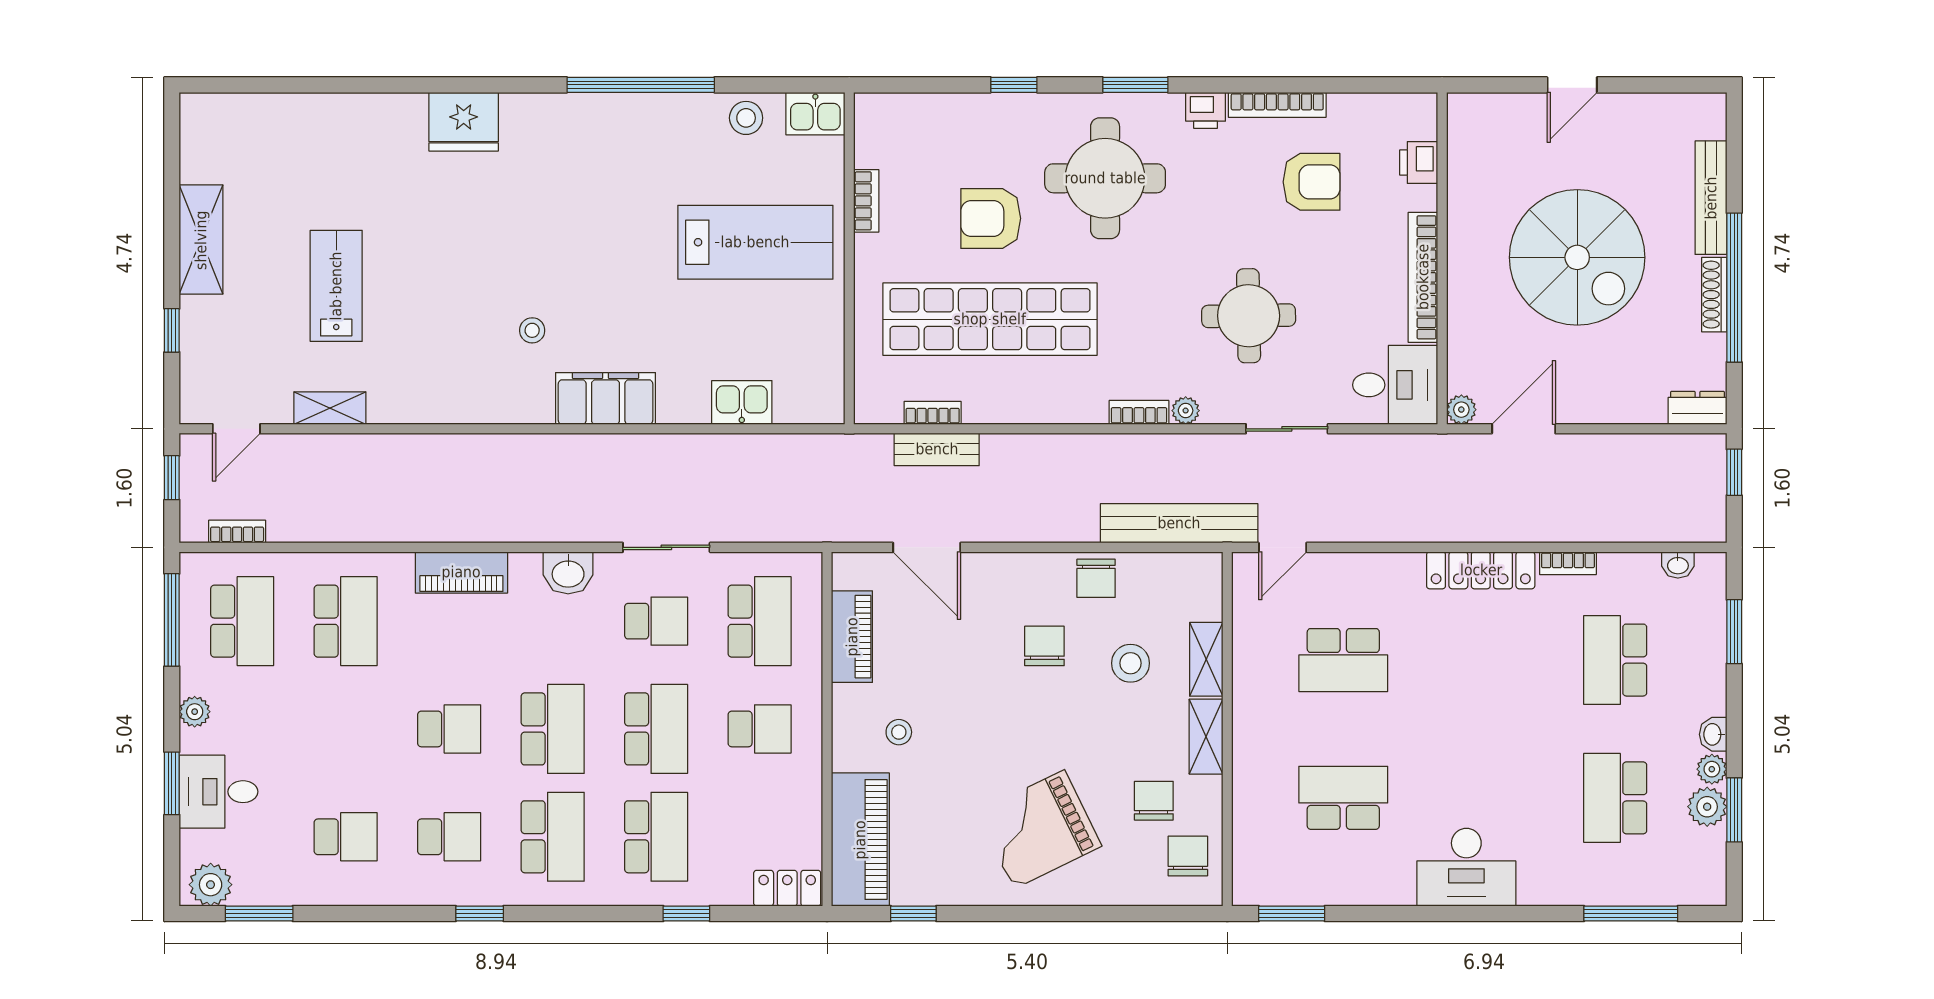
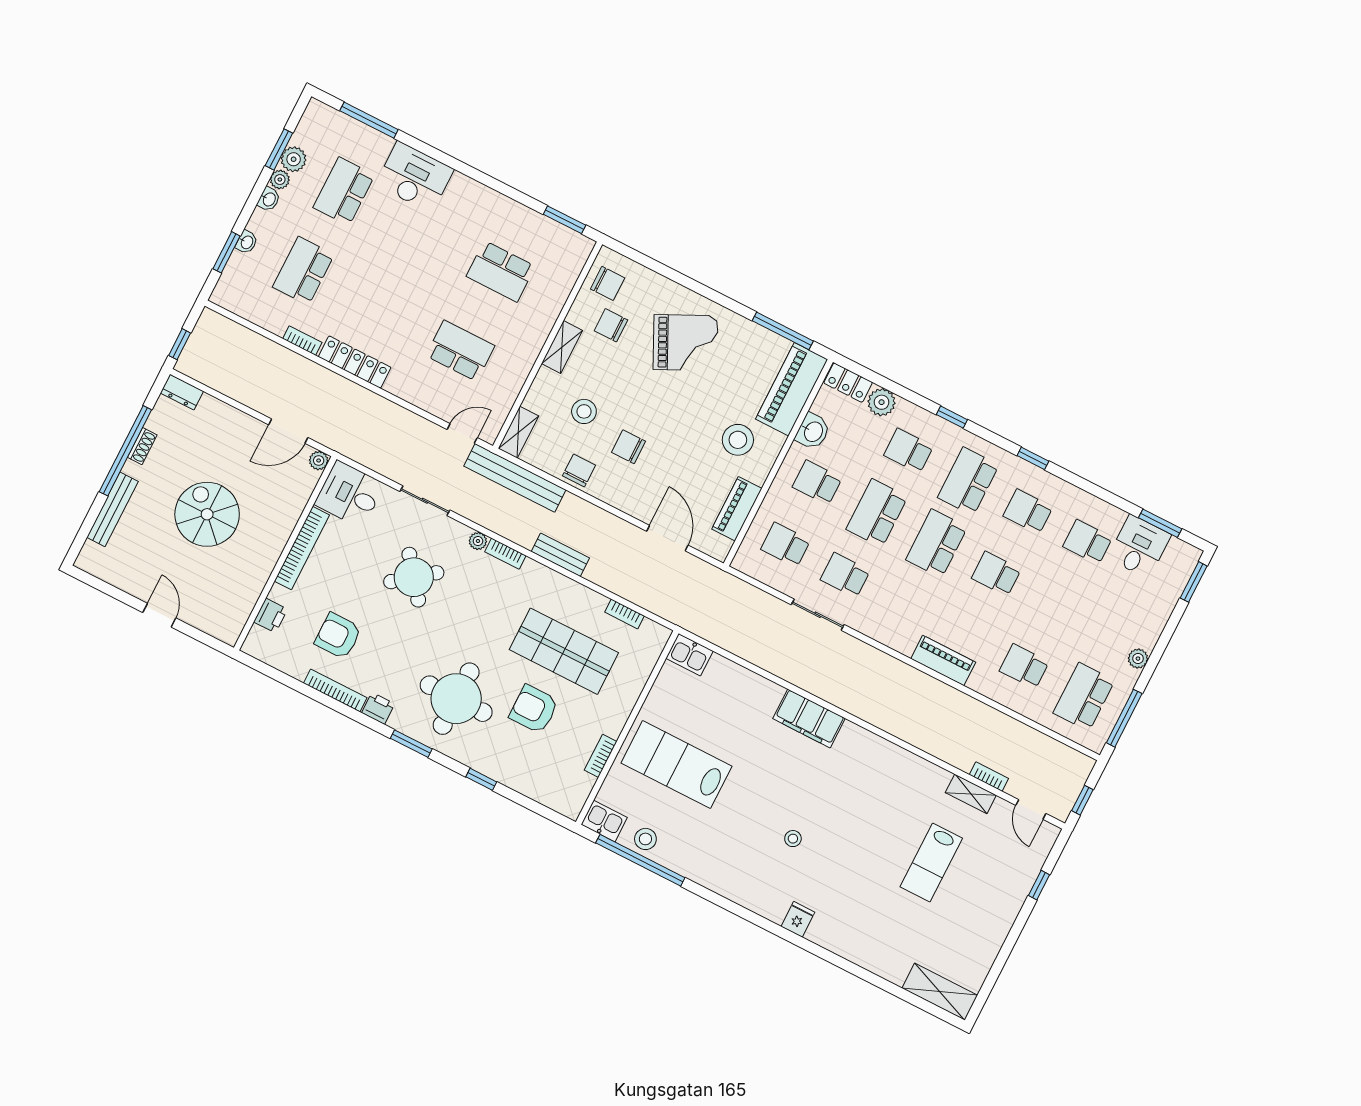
window: (641, 85) -> (640, 860), moved
door: (1572, 85) -> (159, 615), hinge flipped
fridge: (464, 122) -> (798, 919), width x0.53, depth x0.75
armchair: (991, 218) -> (534, 709), turned 180
shelving: (201, 240) -> (940, 992), moved, turned 90
spiral stairs: (1577, 257) -> (207, 514), width x0.73, depth x0.73
shoe rack: (1714, 295) -> (142, 446), width x0.70
round table: (1249, 316) -> (414, 577), turned -37
shop shelf: (990, 319) -> (564, 651), width x0.71
stool: (532, 330) -> (793, 839), moved
kitchen sink: (742, 402) -> (690, 655), moved
door: (236, 429) -> (1031, 809), swing flipped
bench: (937, 449) -> (560, 555), moved
bookcase: (237, 532) -> (989, 777), moved, turned 180
washbasin: (1678, 565) -> (247, 242), moved, turned 90
washbasin: (568, 573) -> (813, 431), moved, turned 90
school desk: (346, 621) -> (1024, 666), width x0.54
school desk: (760, 621) -> (786, 545), width x0.54
chair: (1044, 646) -> (629, 447), turned 90
shelving: (1206, 659) -> (518, 432), moved
school desk: (1615, 660) -> (303, 271), turned 180
stool: (899, 732) -> (738, 440), width x1.89, depth x1.89
window: (172, 783) -> (1194, 582), moved
desk: (219, 792) -> (1139, 547), moved, turned -90
school desk: (1615, 798) -> (344, 191), turned 180
chair: (1154, 801) -> (611, 325), turned 90
school desk: (656, 837) -> (909, 451), width x0.54
chair: (1188, 856) -> (608, 283), turned -90
desk: (1466, 867) -> (415, 177), moved
plant: (211, 885) -> (882, 402), moved
window: (686, 913) -> (952, 417), moved
window: (913, 913) -> (783, 331), width x2.17

